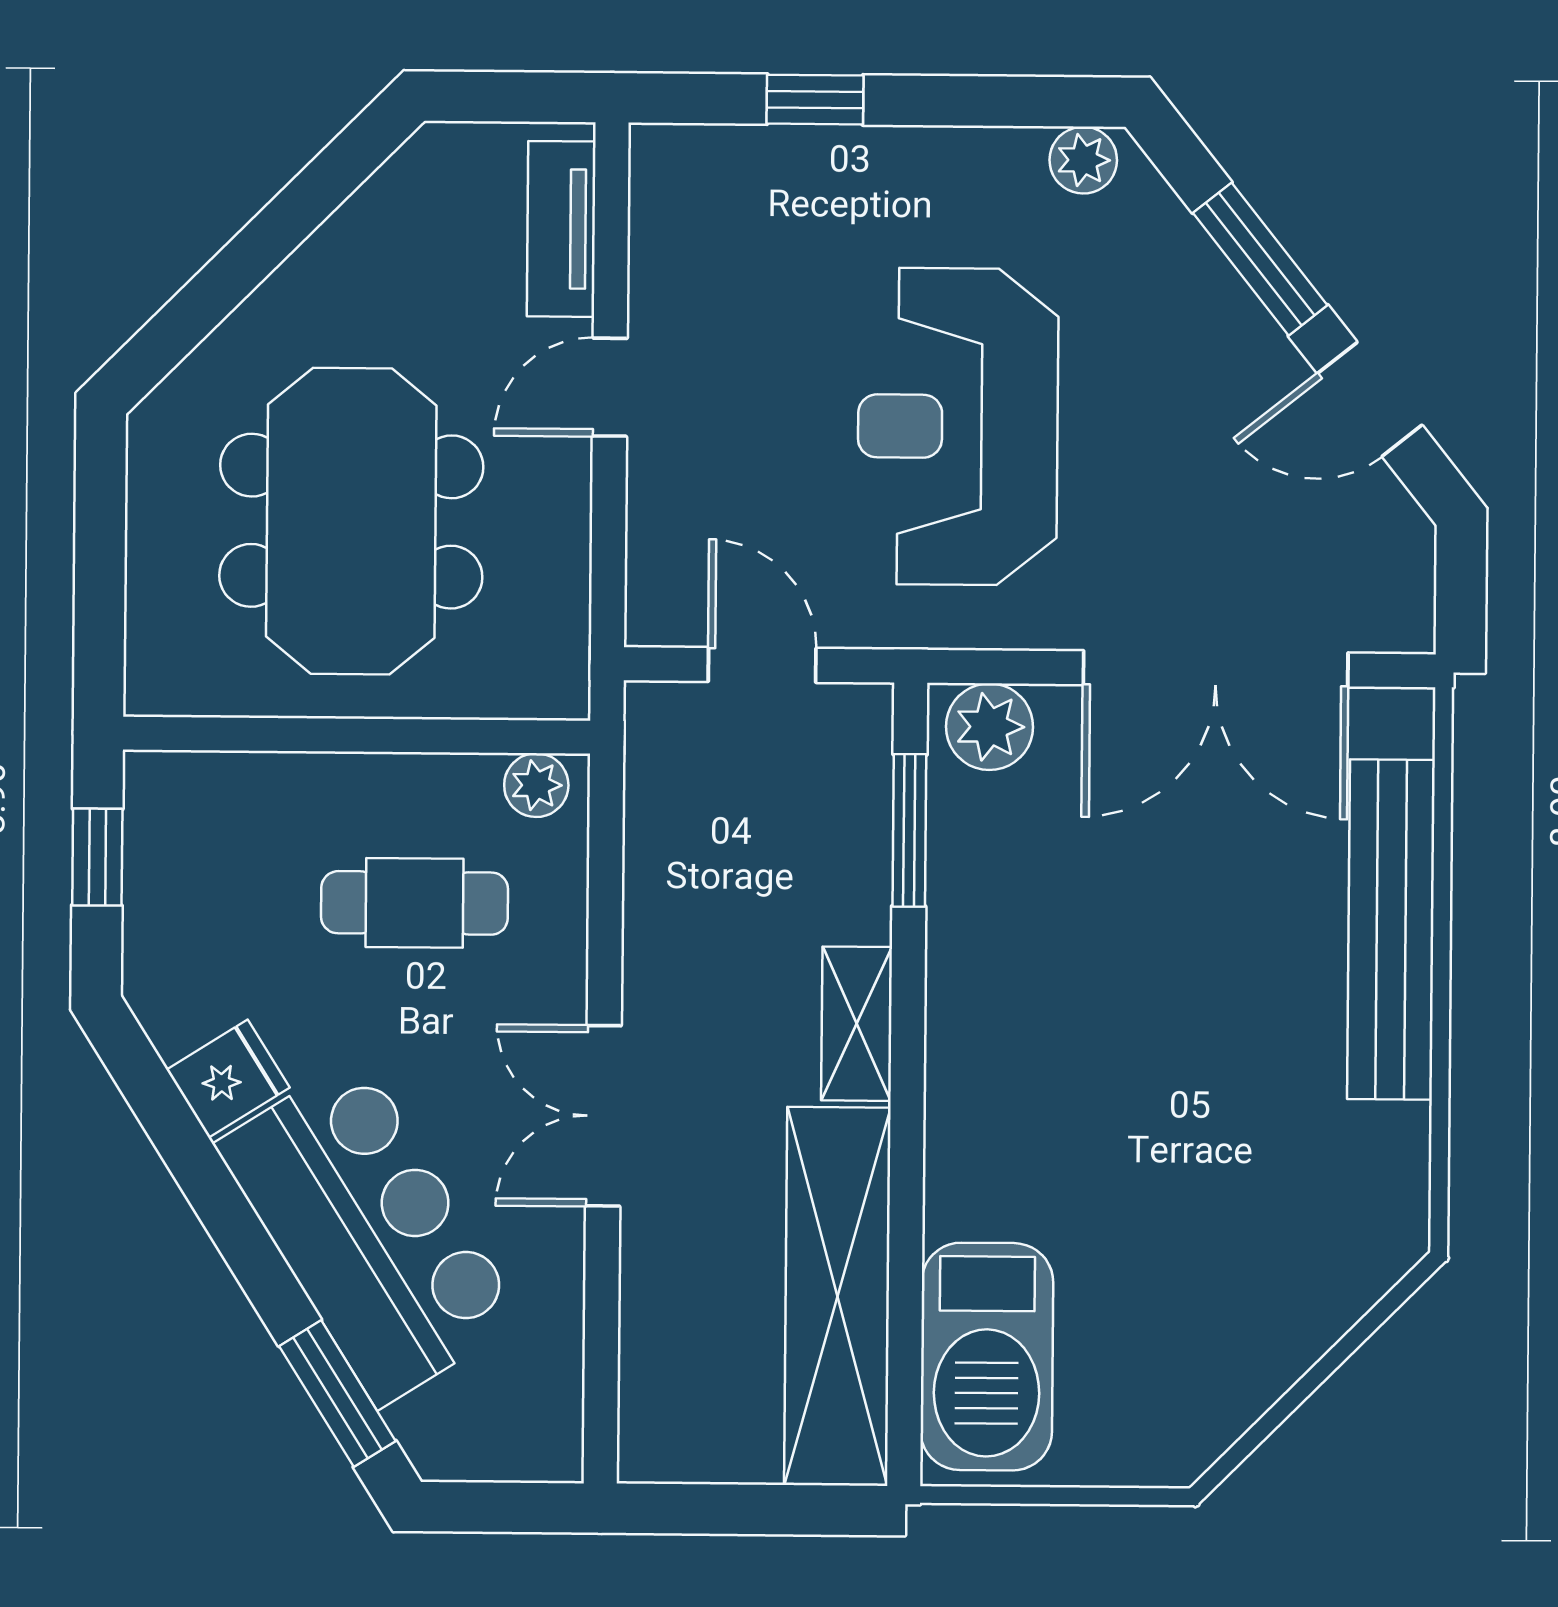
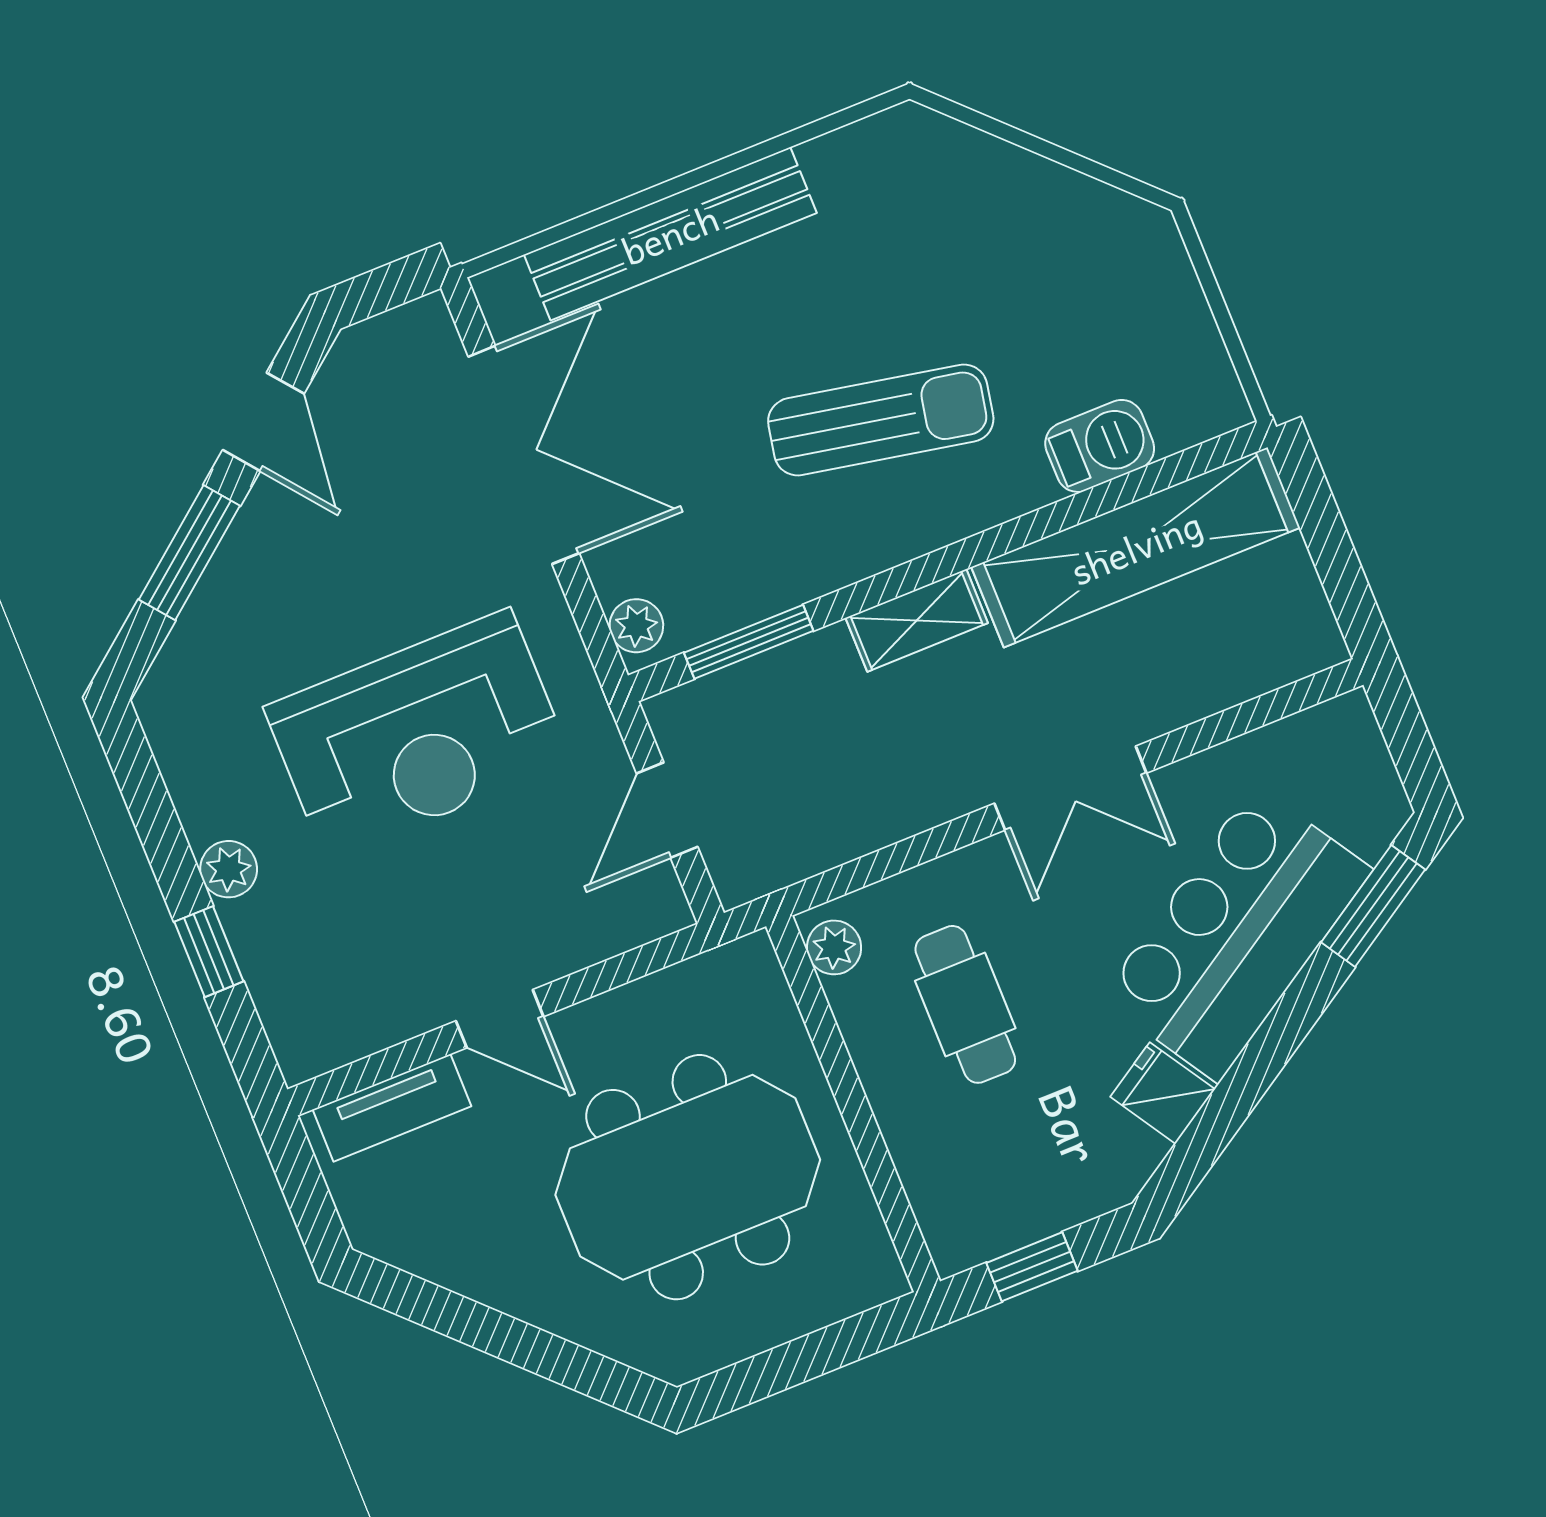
plant: (1083, 160) -> (229, 869), moved
plant: (990, 727) -> (636, 626), width x0.73, depth x0.73
sun lounger: (1092, 1075) -> (881, 420), added
barbecue: (987, 1357) -> (1100, 446), width x0.53, depth x0.65

